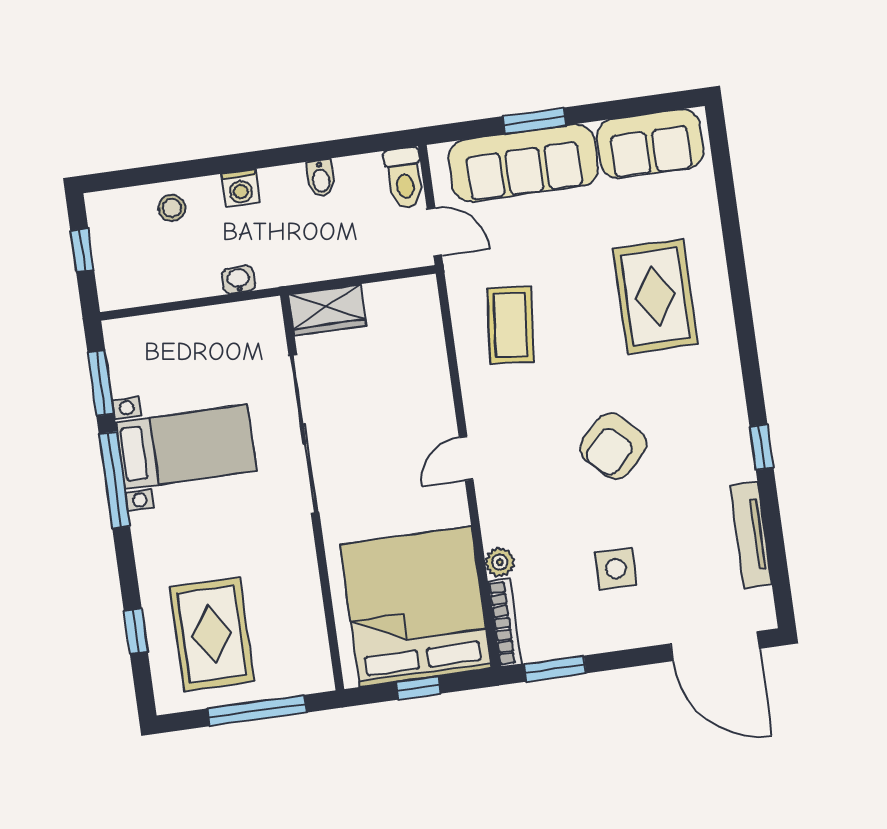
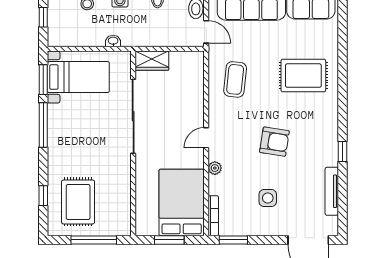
rug: (655, 296) -> (303, 76), turned 90
armchair: (613, 446) -> (274, 142), turned -126
bed with nightstands: (186, 447) -> (78, 77), moved
plant: (500, 562) -> (215, 168), moved
bed: (416, 606) -> (182, 202), width x0.73
window: (418, 688) -> (169, 240), width x1.50

